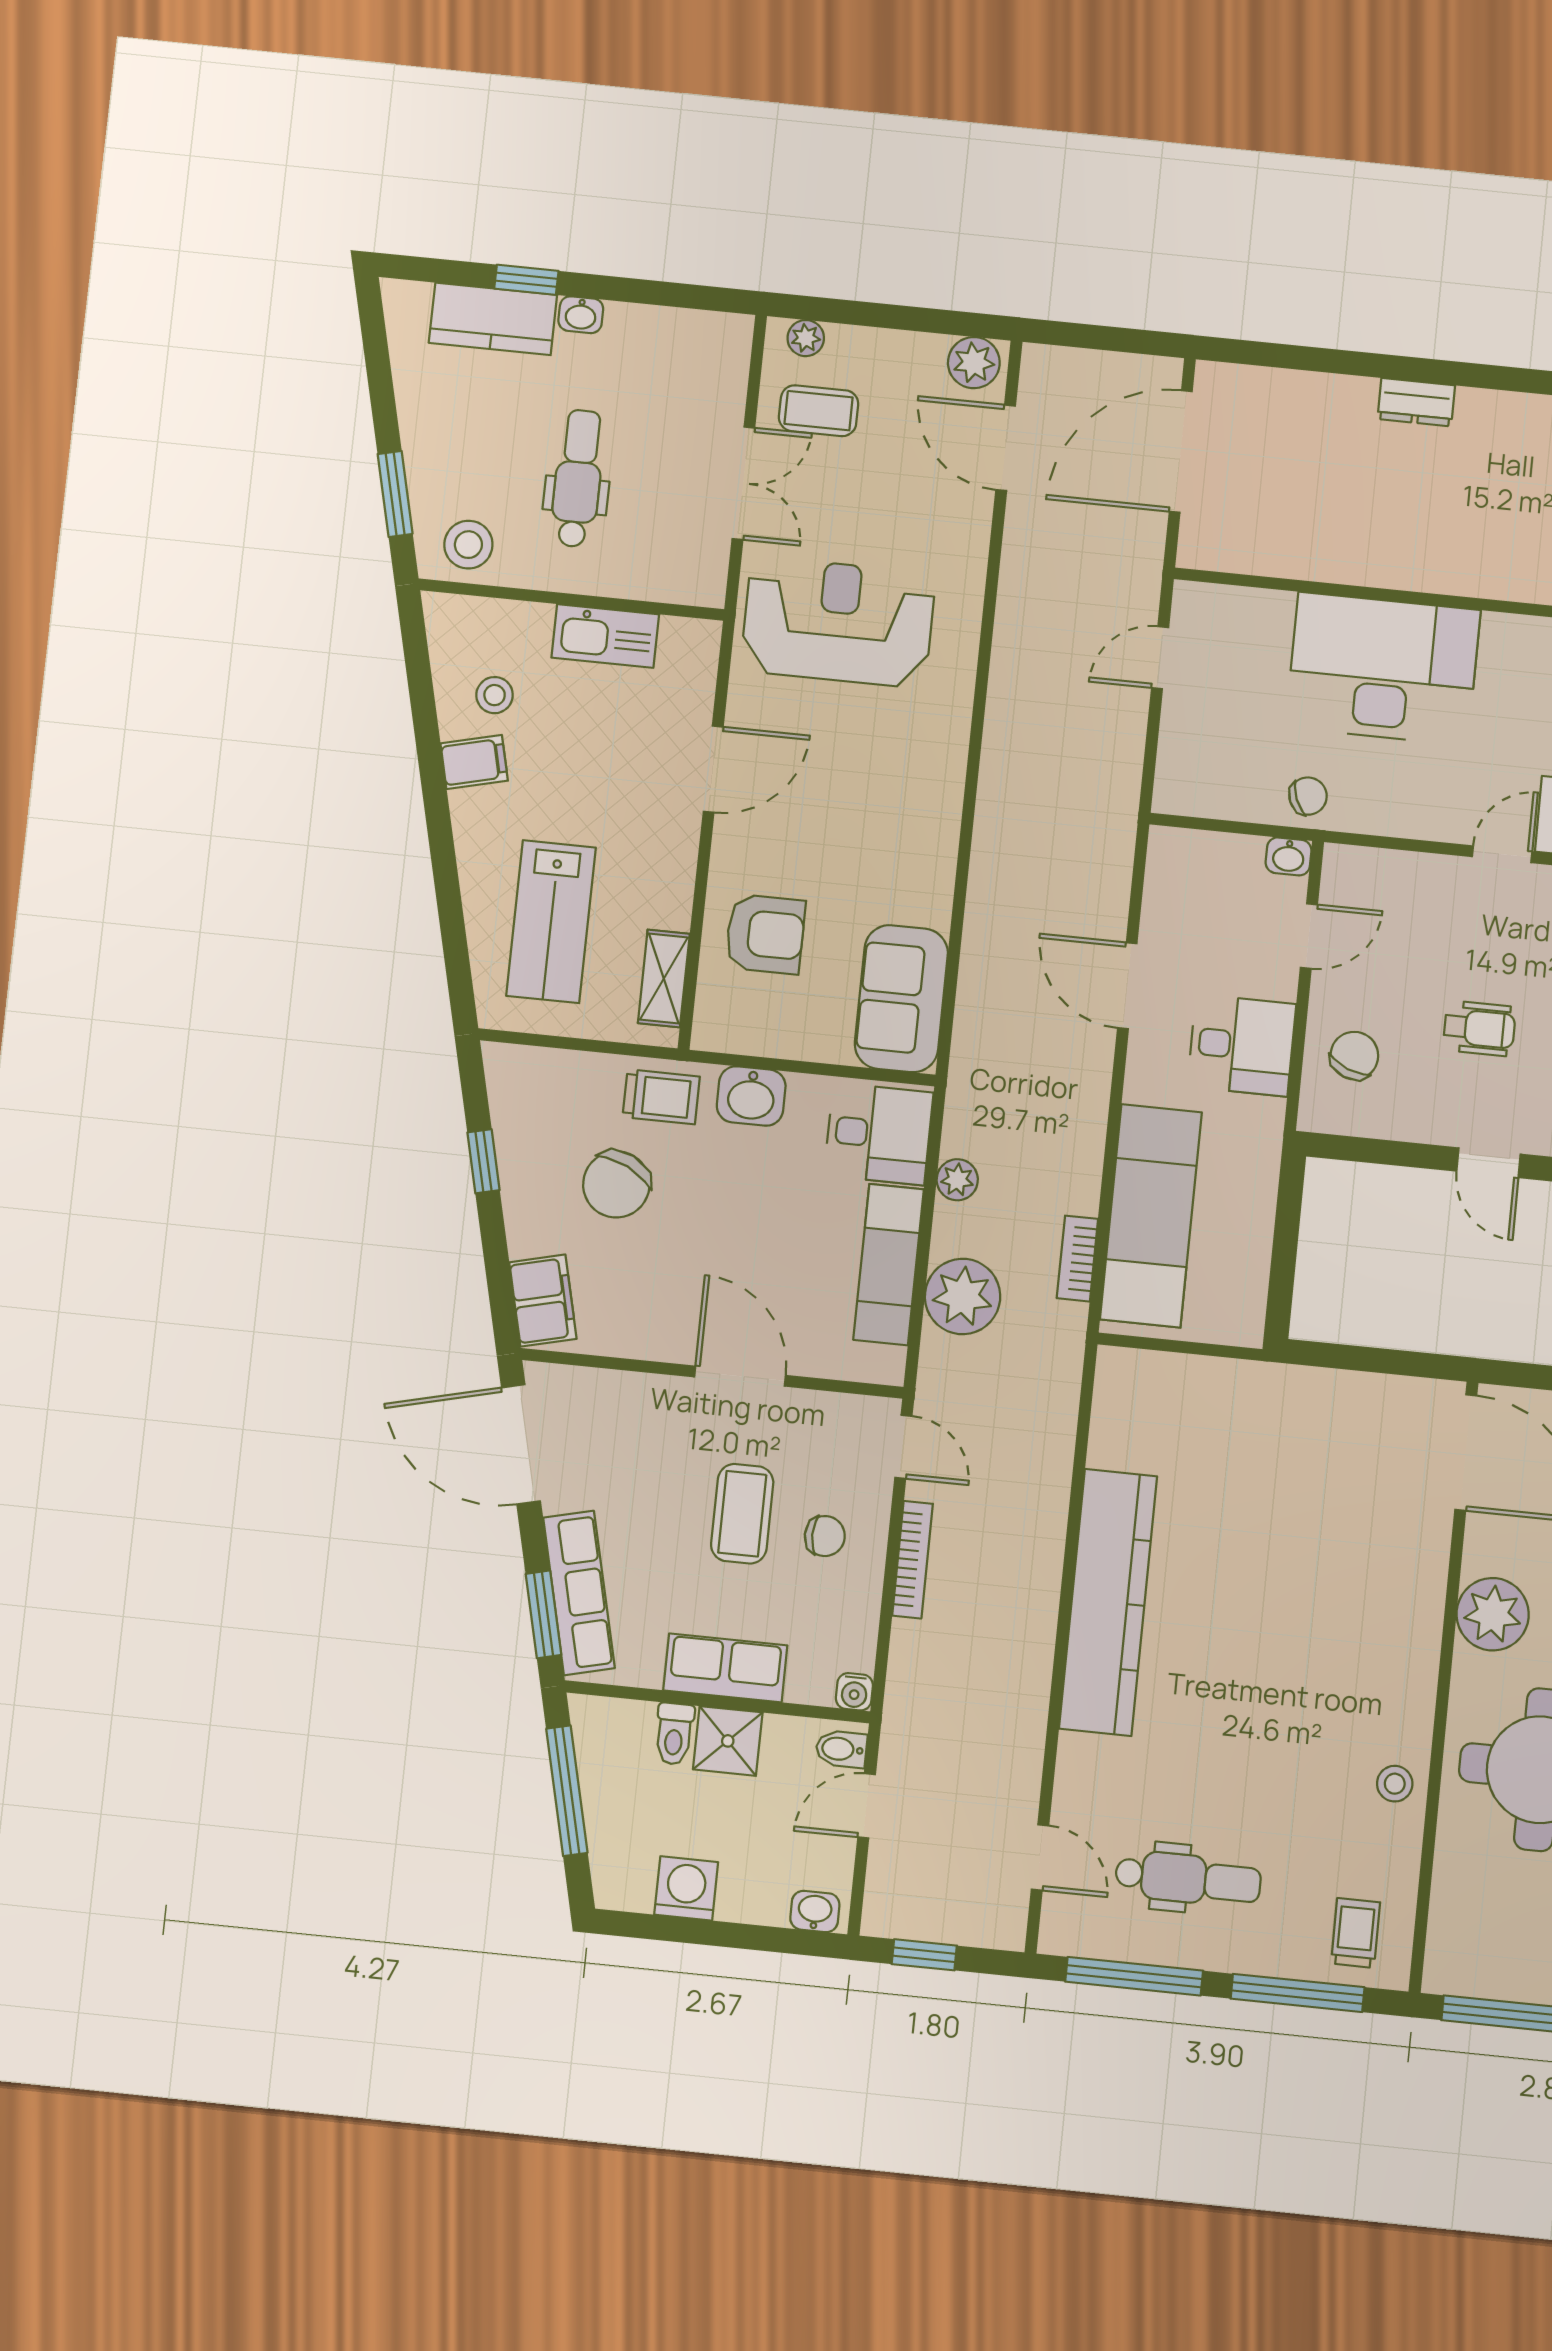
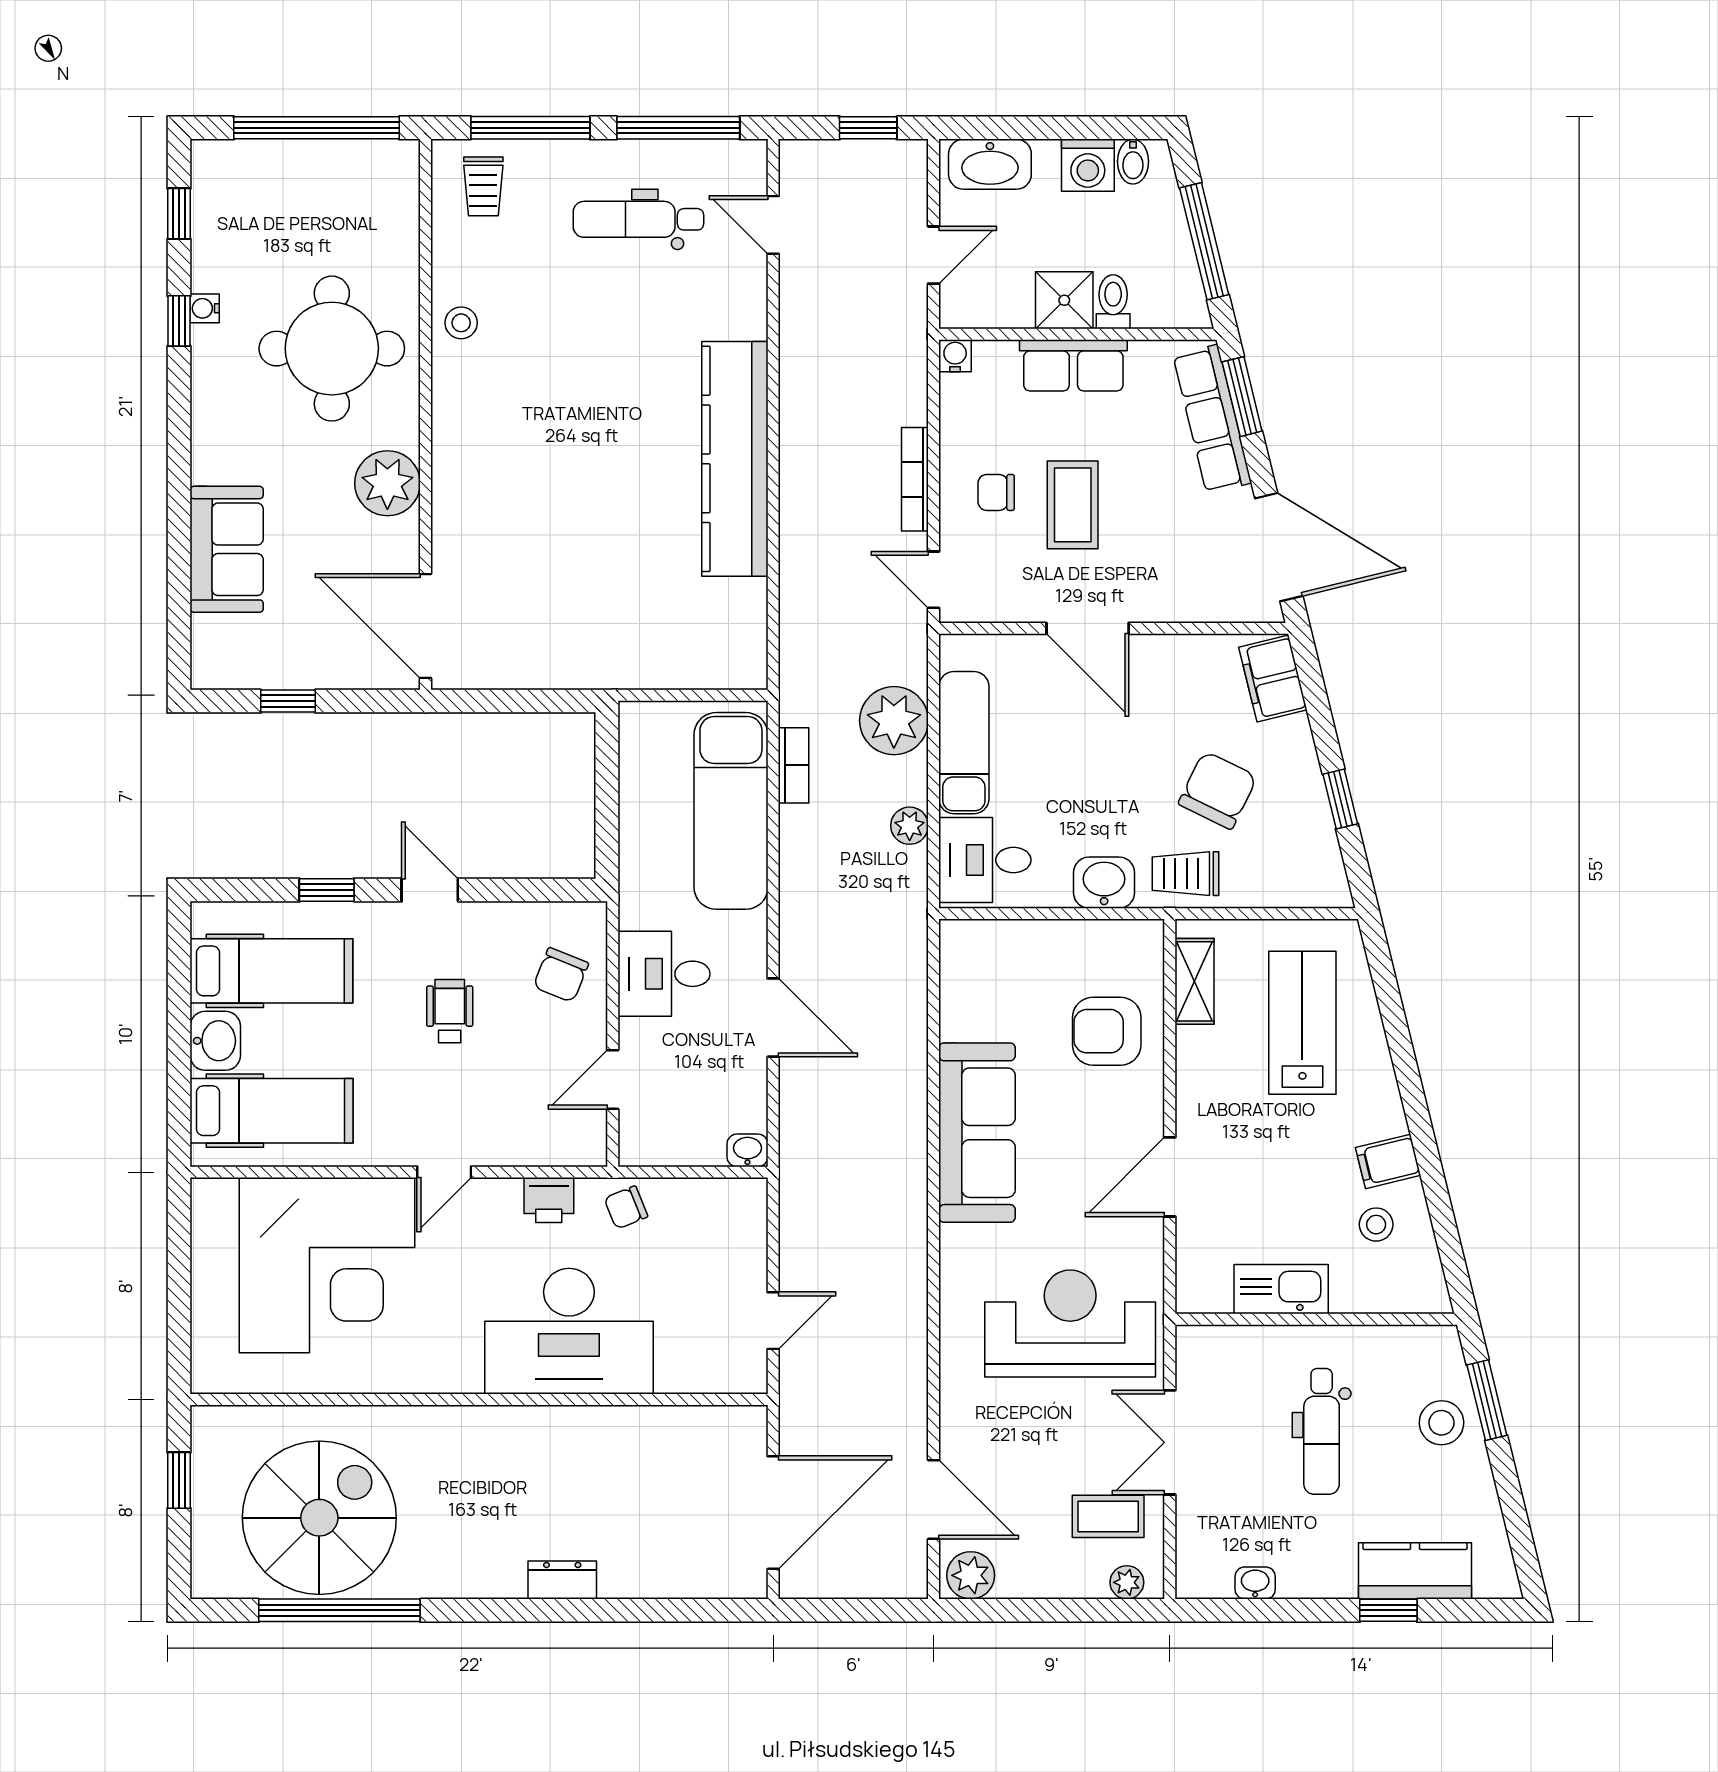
washbasin: (581, 315) -> (1255, 1583), moved
stool: (468, 545) -> (1441, 1423), moved
reception desk: (838, 622) -> (1070, 1323), turned 180
printer: (1391, 813) -> (549, 1200), added
washbasin: (1288, 856) -> (747, 1150), moved
sofa: (901, 999) -> (977, 1133), moved, width x1.36
wheelchair: (1479, 1028) -> (450, 1011), turned 90
bidet: (841, 1749) -> (1133, 162), moved, turned 90
washbasin: (815, 1911) -> (990, 164), width x1.91, depth x1.45

